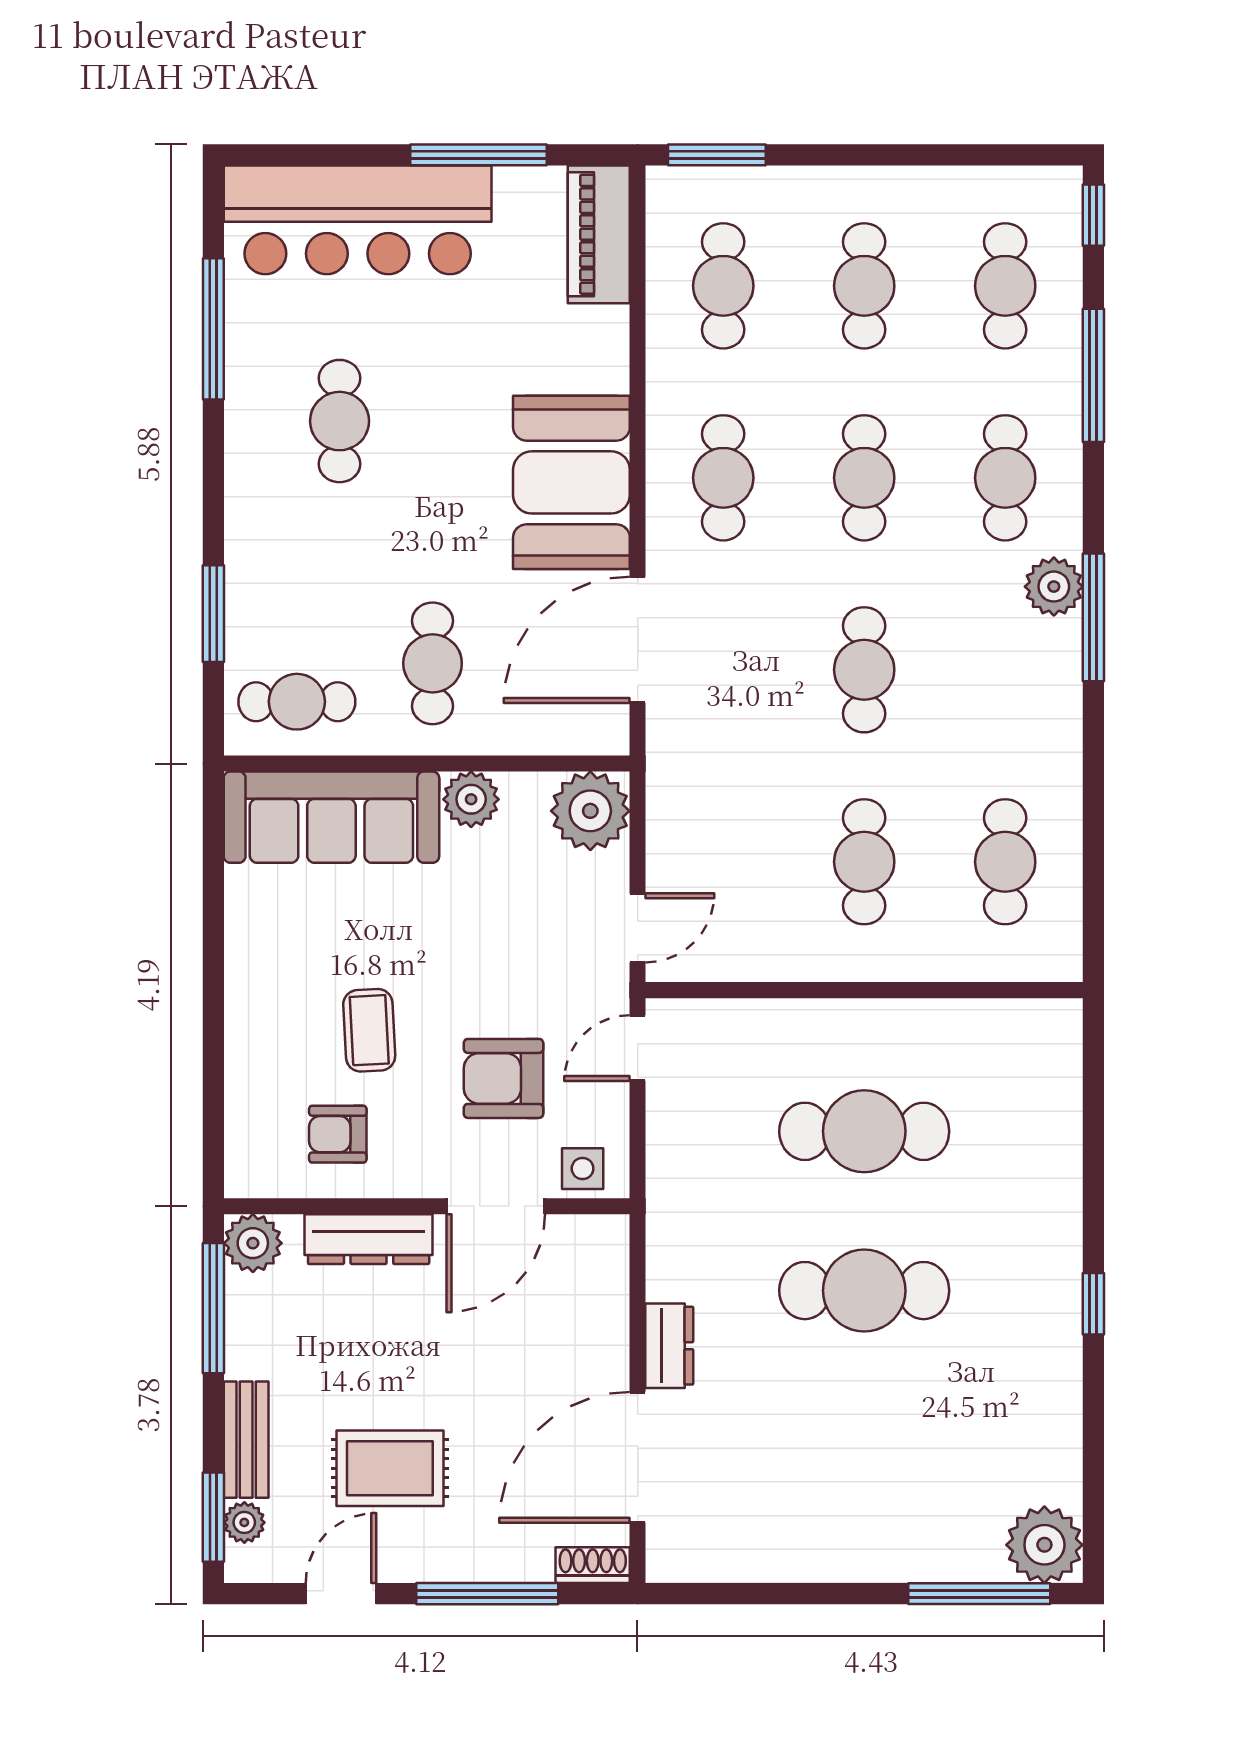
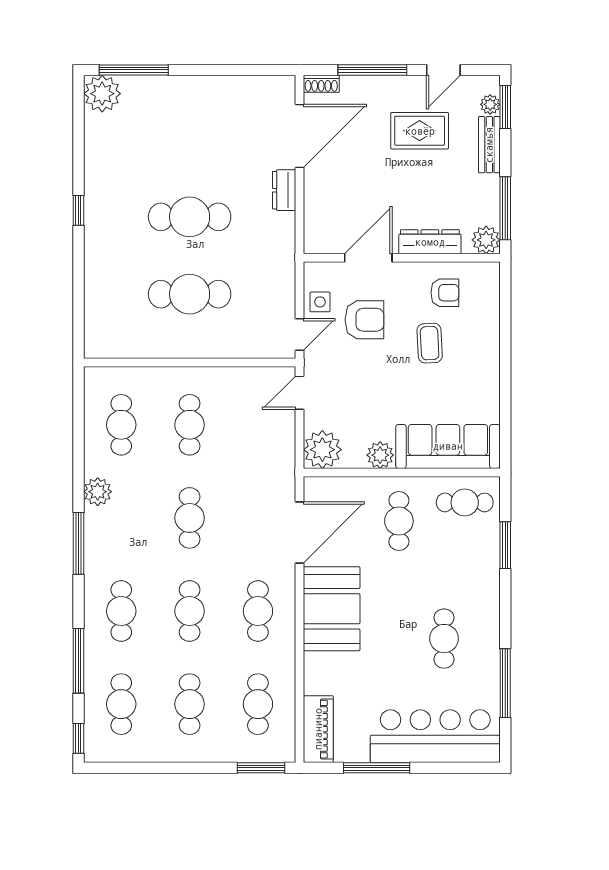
plant: (1054, 587) -> (98, 492), moved
side table: (583, 1169) -> (320, 302), moved

